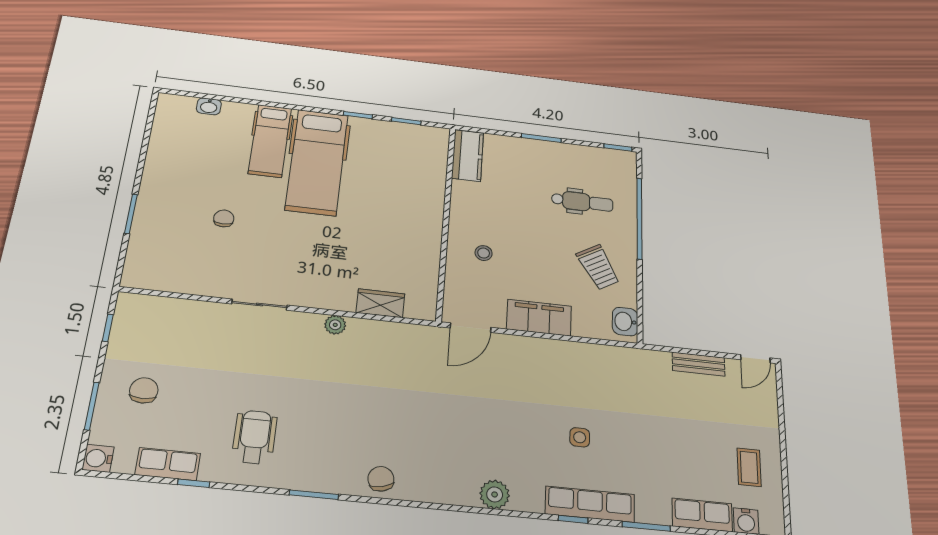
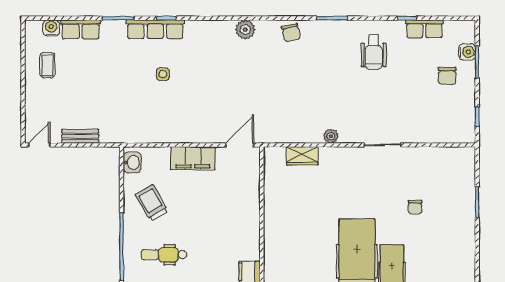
stool: (484, 253) -> (234, 203), removed
water cooler: (98, 458) -> (467, 52), moved
plant: (495, 494) -> (245, 30), moved

